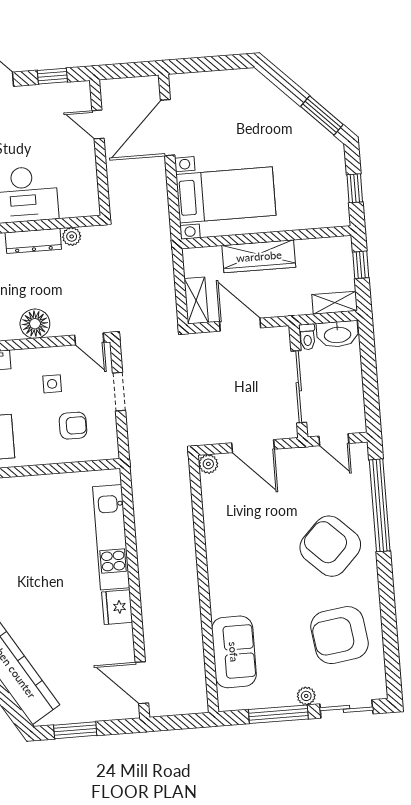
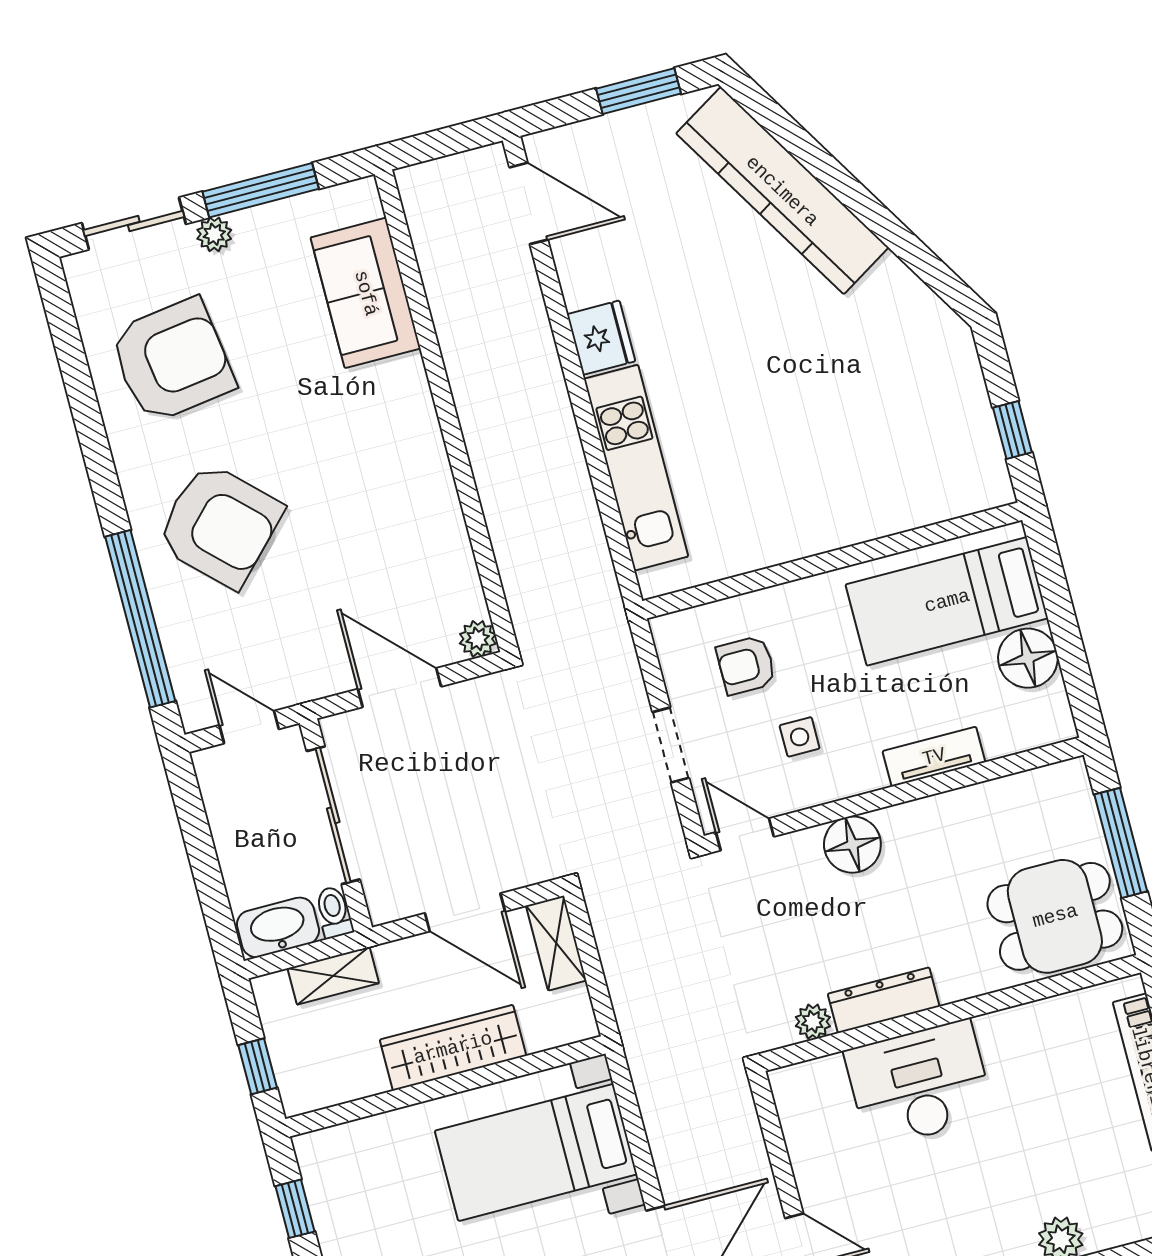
shelving: (335, 303) -> (333, 976), moved

